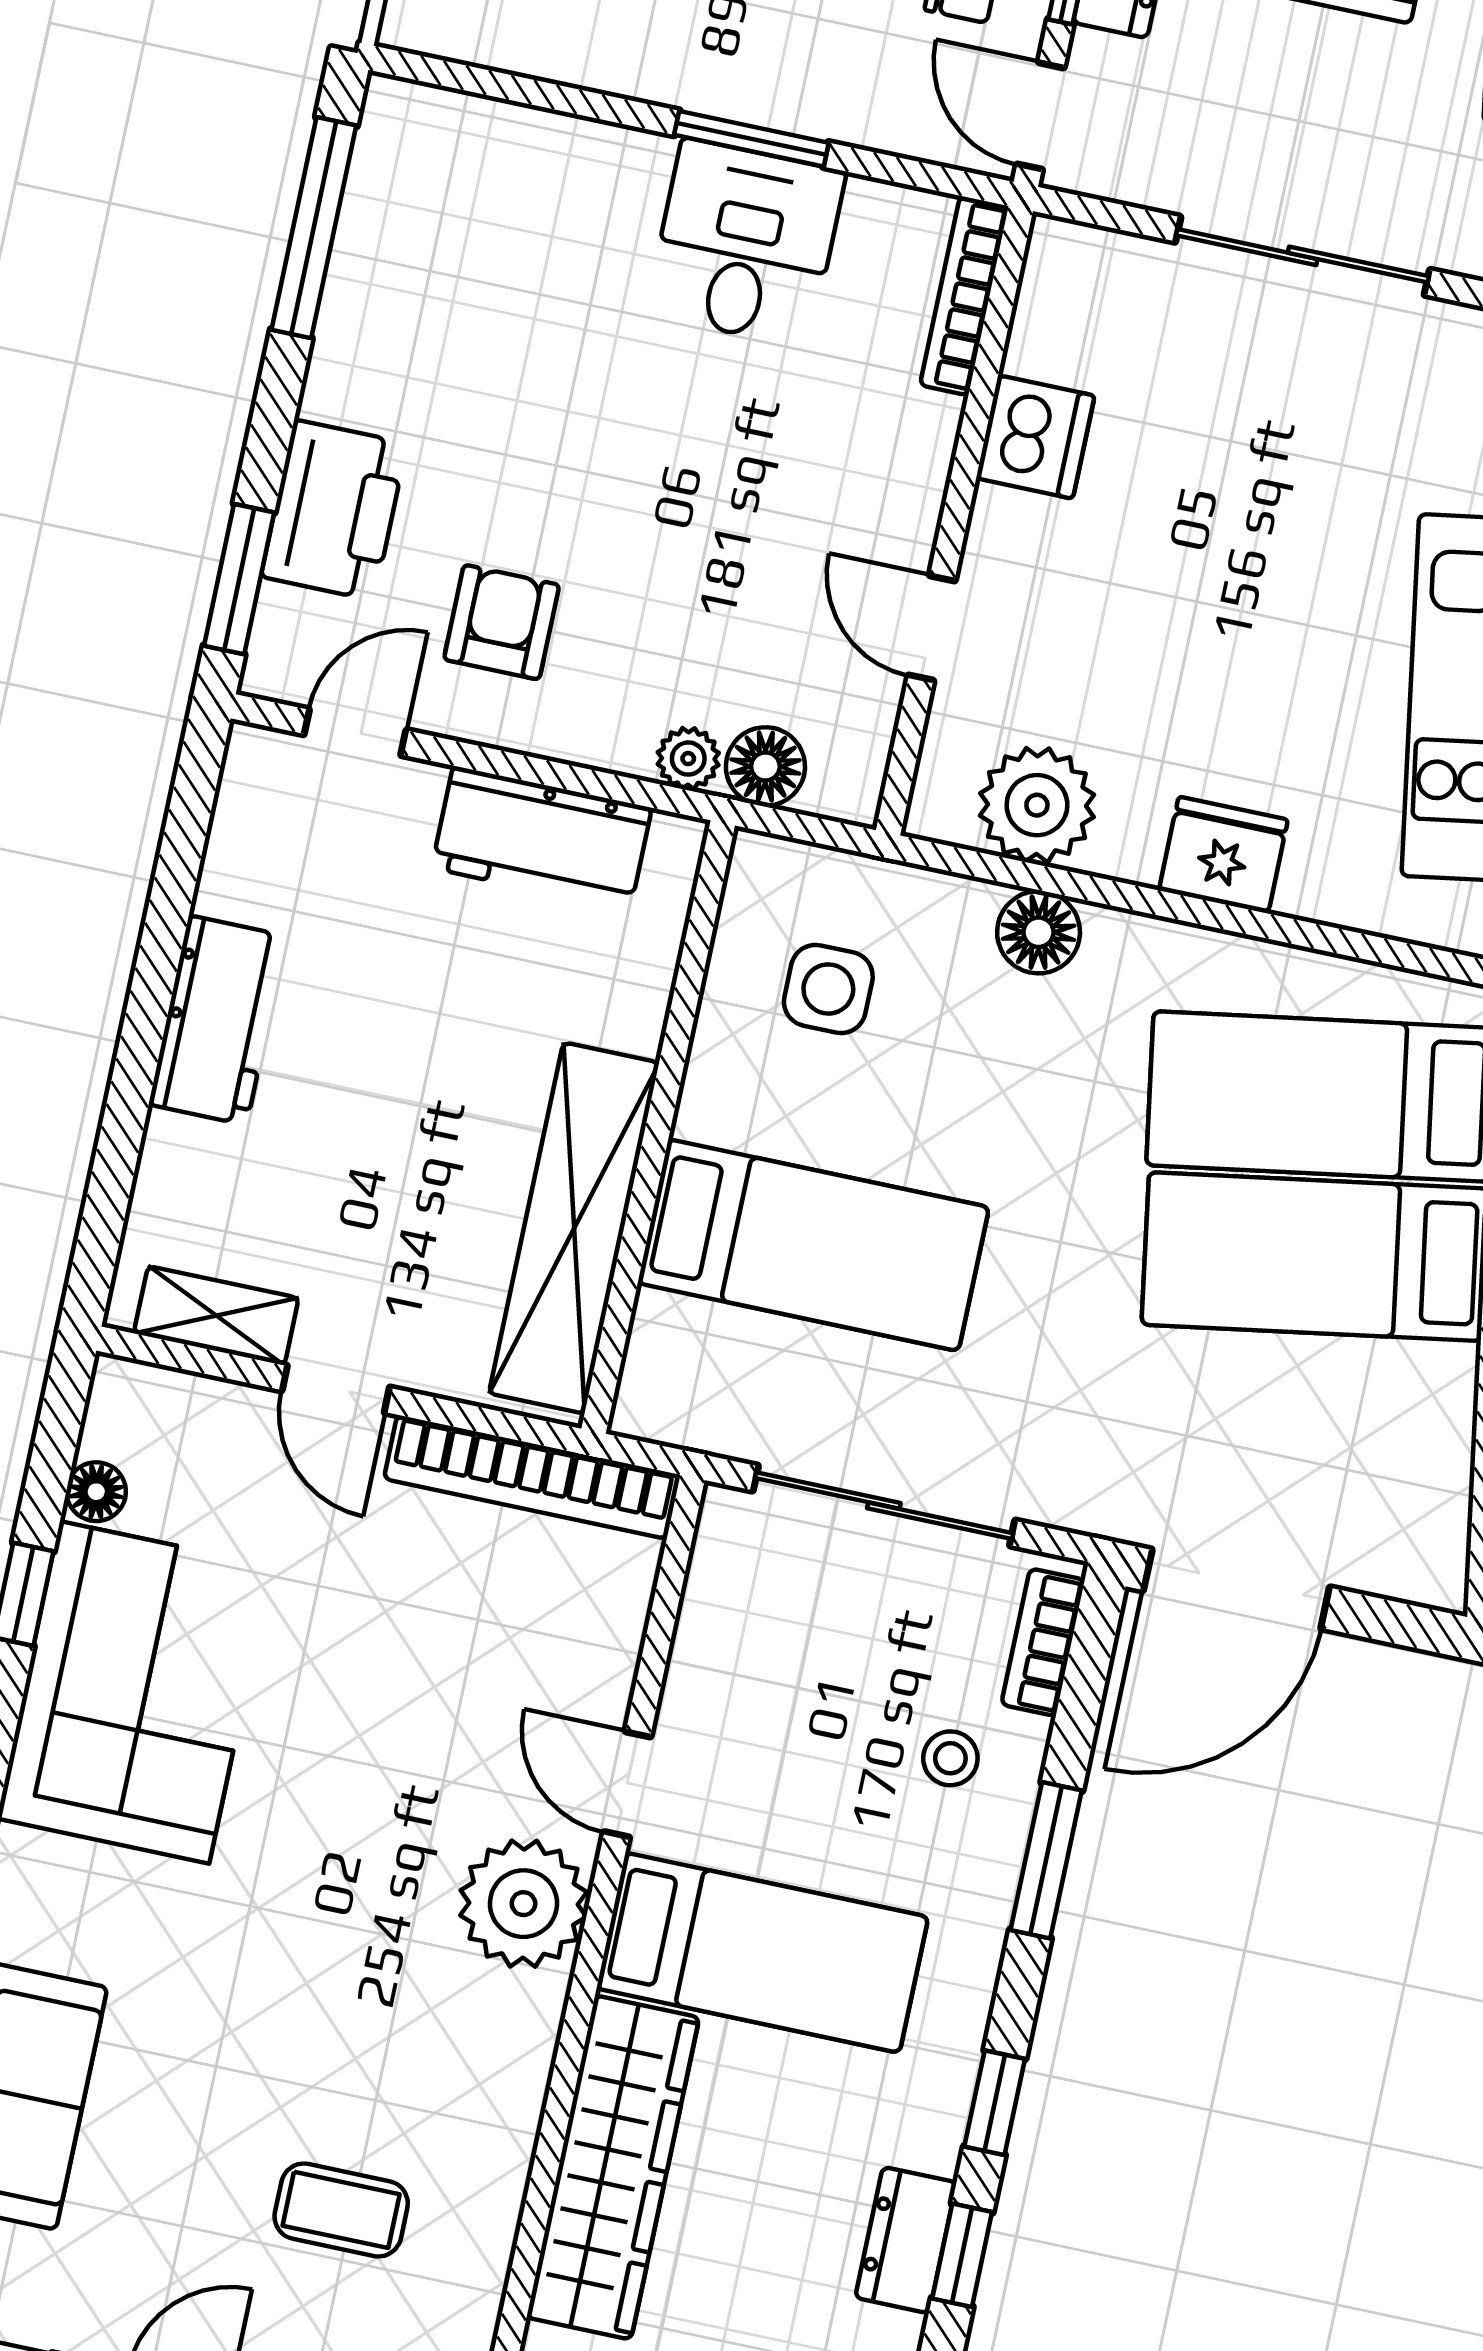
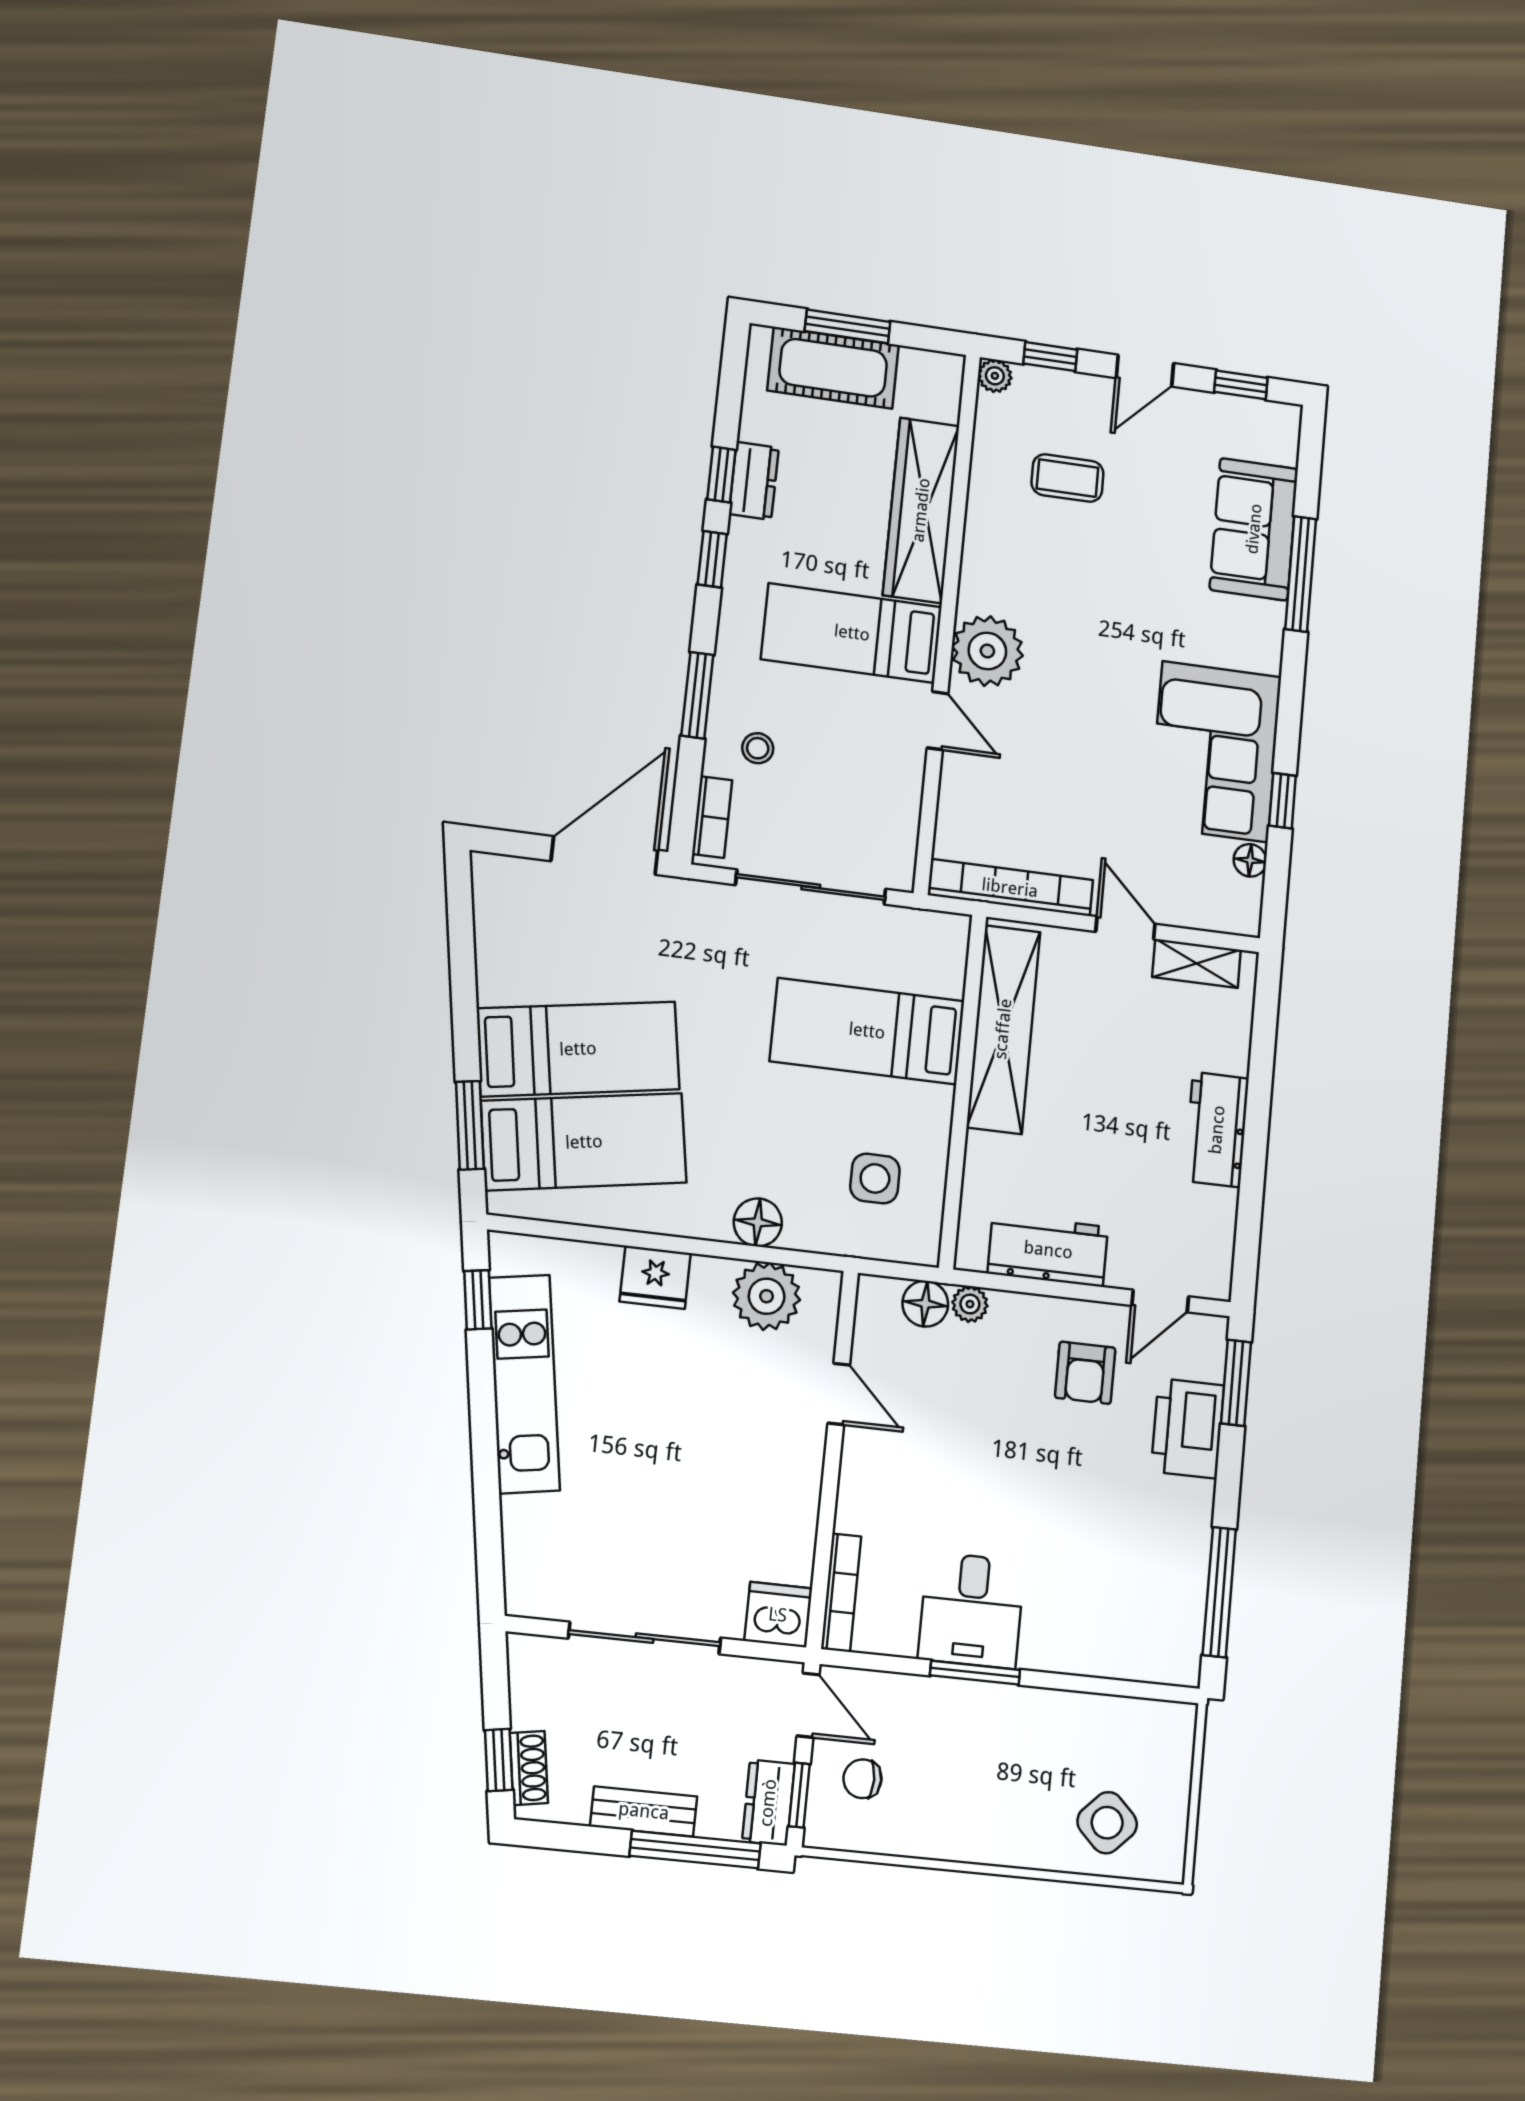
dishwasher: (1035, 437) -> (778, 1615), moved, turned 90

